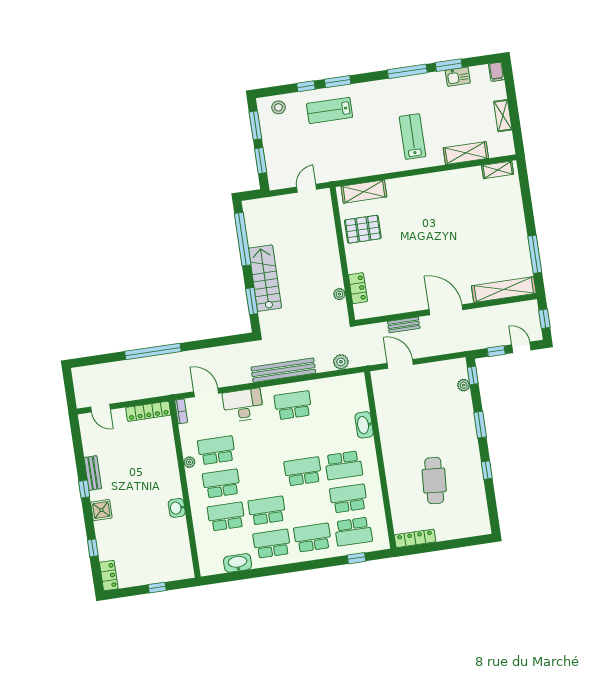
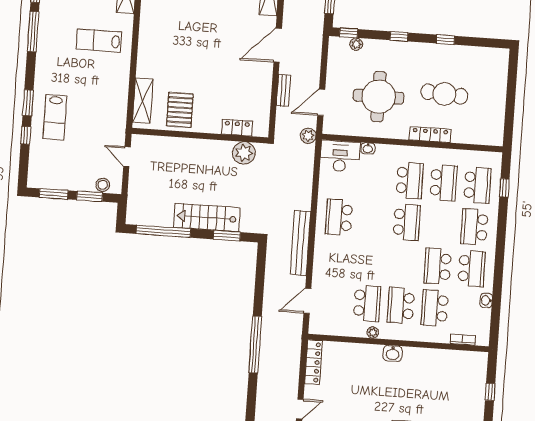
stool: (278, 107) -> (103, 185), moved
plant: (339, 294) -> (244, 153), width x1.87, depth x1.87
plant: (341, 362) -> (308, 136), moved
bench: (283, 370) -> (300, 243), moved
desk: (243, 405) -> (340, 156), moved, turned 90
bookcase: (181, 411) -> (463, 340), moved
round table: (418, 418) -> (379, 97), added
washbasin: (364, 425) -> (368, 148), width x0.52, depth x0.69
window: (480, 425) -> (399, 36), width x0.67
school desk: (216, 450) -> (367, 303), turned 180
school desk: (303, 471) -> (407, 222), turned 180
school desk: (348, 498) -> (443, 183), turned 180
washbasin: (177, 508) -> (393, 353), moved
locker: (415, 538) -> (430, 135), moved, turned 90
school desk: (272, 544) -> (472, 269), turned 180
washbasin: (238, 563) -> (486, 300), width x0.52, depth x0.69

